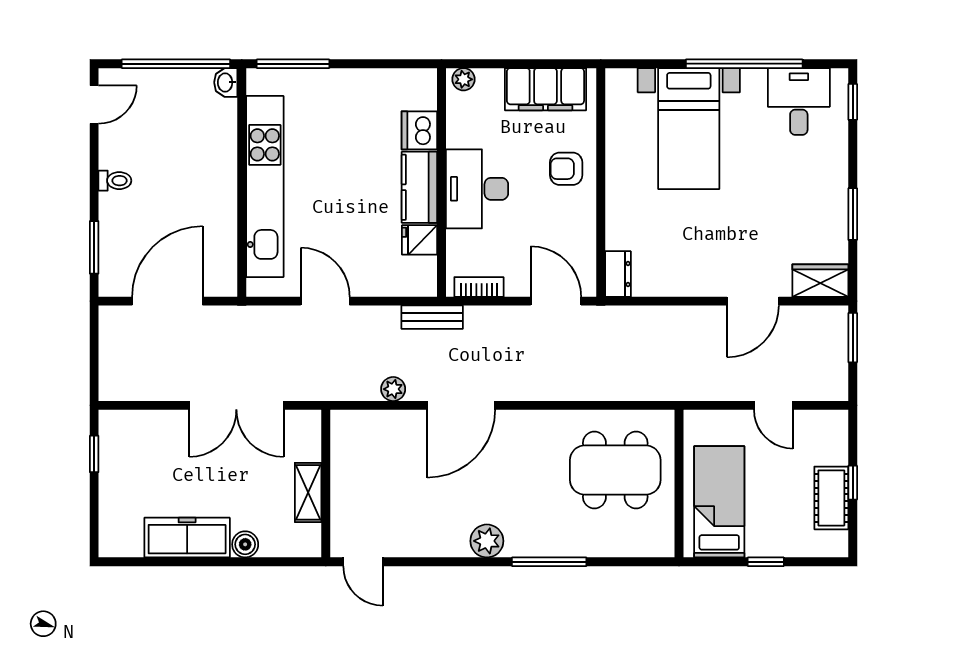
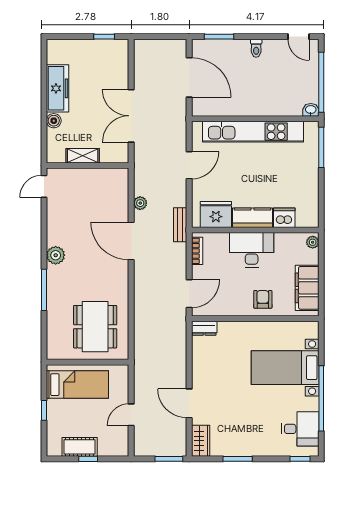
fridge: (420, 240) -> (216, 214), width x1.88, depth x1.34

